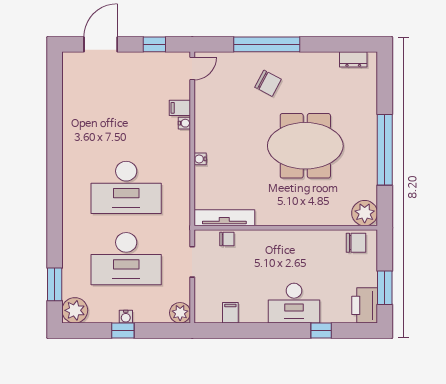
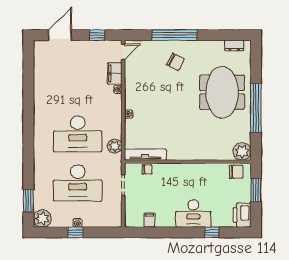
filing cabinet: (180, 108) -> (115, 74), width x2.00
meeting table: (305, 146) -> (222, 92), moved, turned 90
window: (385, 288) -> (256, 190), moved
plant: (180, 313) -> (115, 146), moved

